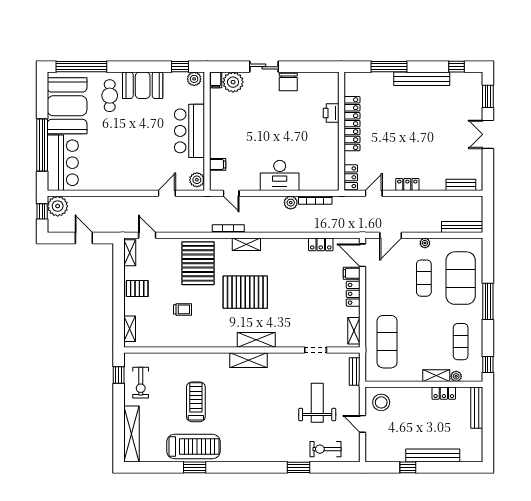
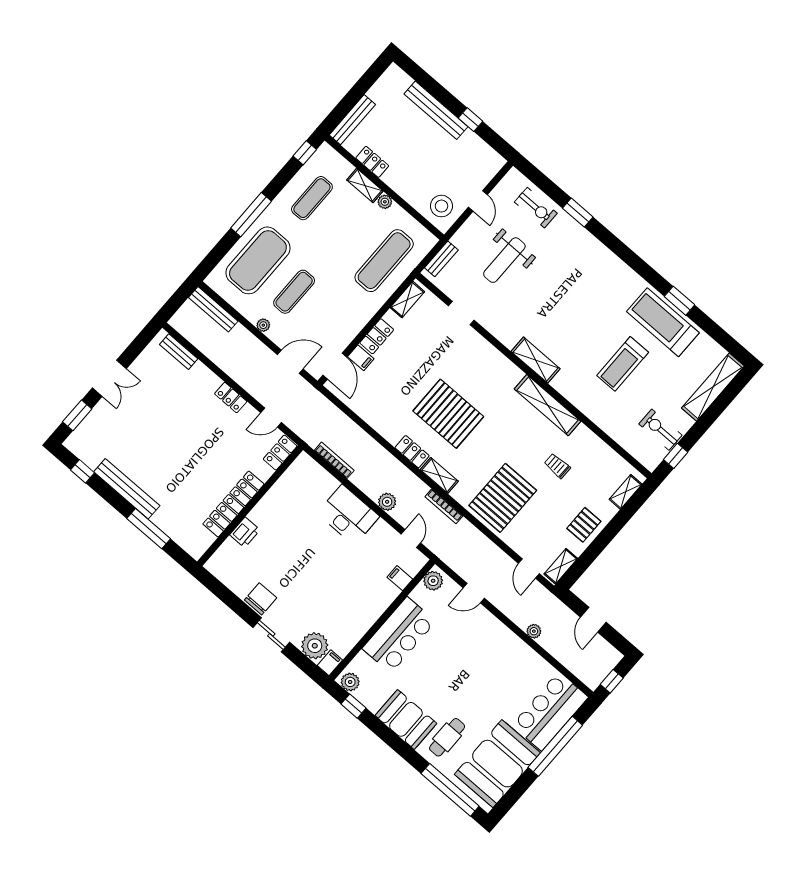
plant: (291, 203) -> (387, 502), moved
plant: (58, 206) -> (534, 631), moved, width x0.53, depth x0.53
locker: (321, 244) -> (412, 452), moved
pallet: (137, 289) -> (584, 525), turned 90
pallet: (245, 292) -> (448, 414), moved
shelving: (256, 340) -> (548, 405), moved, width x1.47
plant: (456, 376) -> (385, 202), moved
exercise bike: (141, 383) -> (660, 430), turned -90

